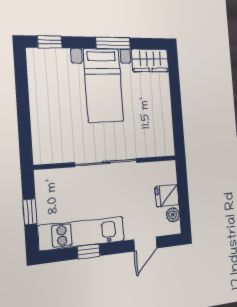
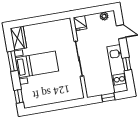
fridge: (167, 196) -> (80, 23), moved

